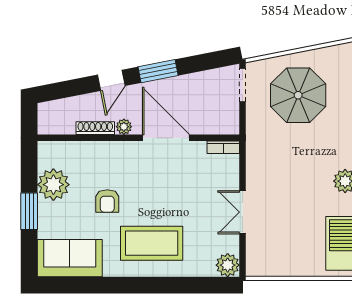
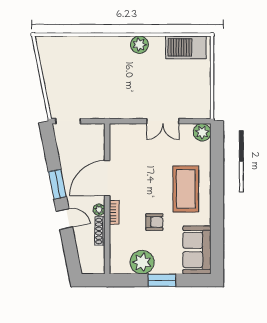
parasol: (298, 95) -> (75, 80), removed
bookcase: (223, 147) -> (114, 212), moved

